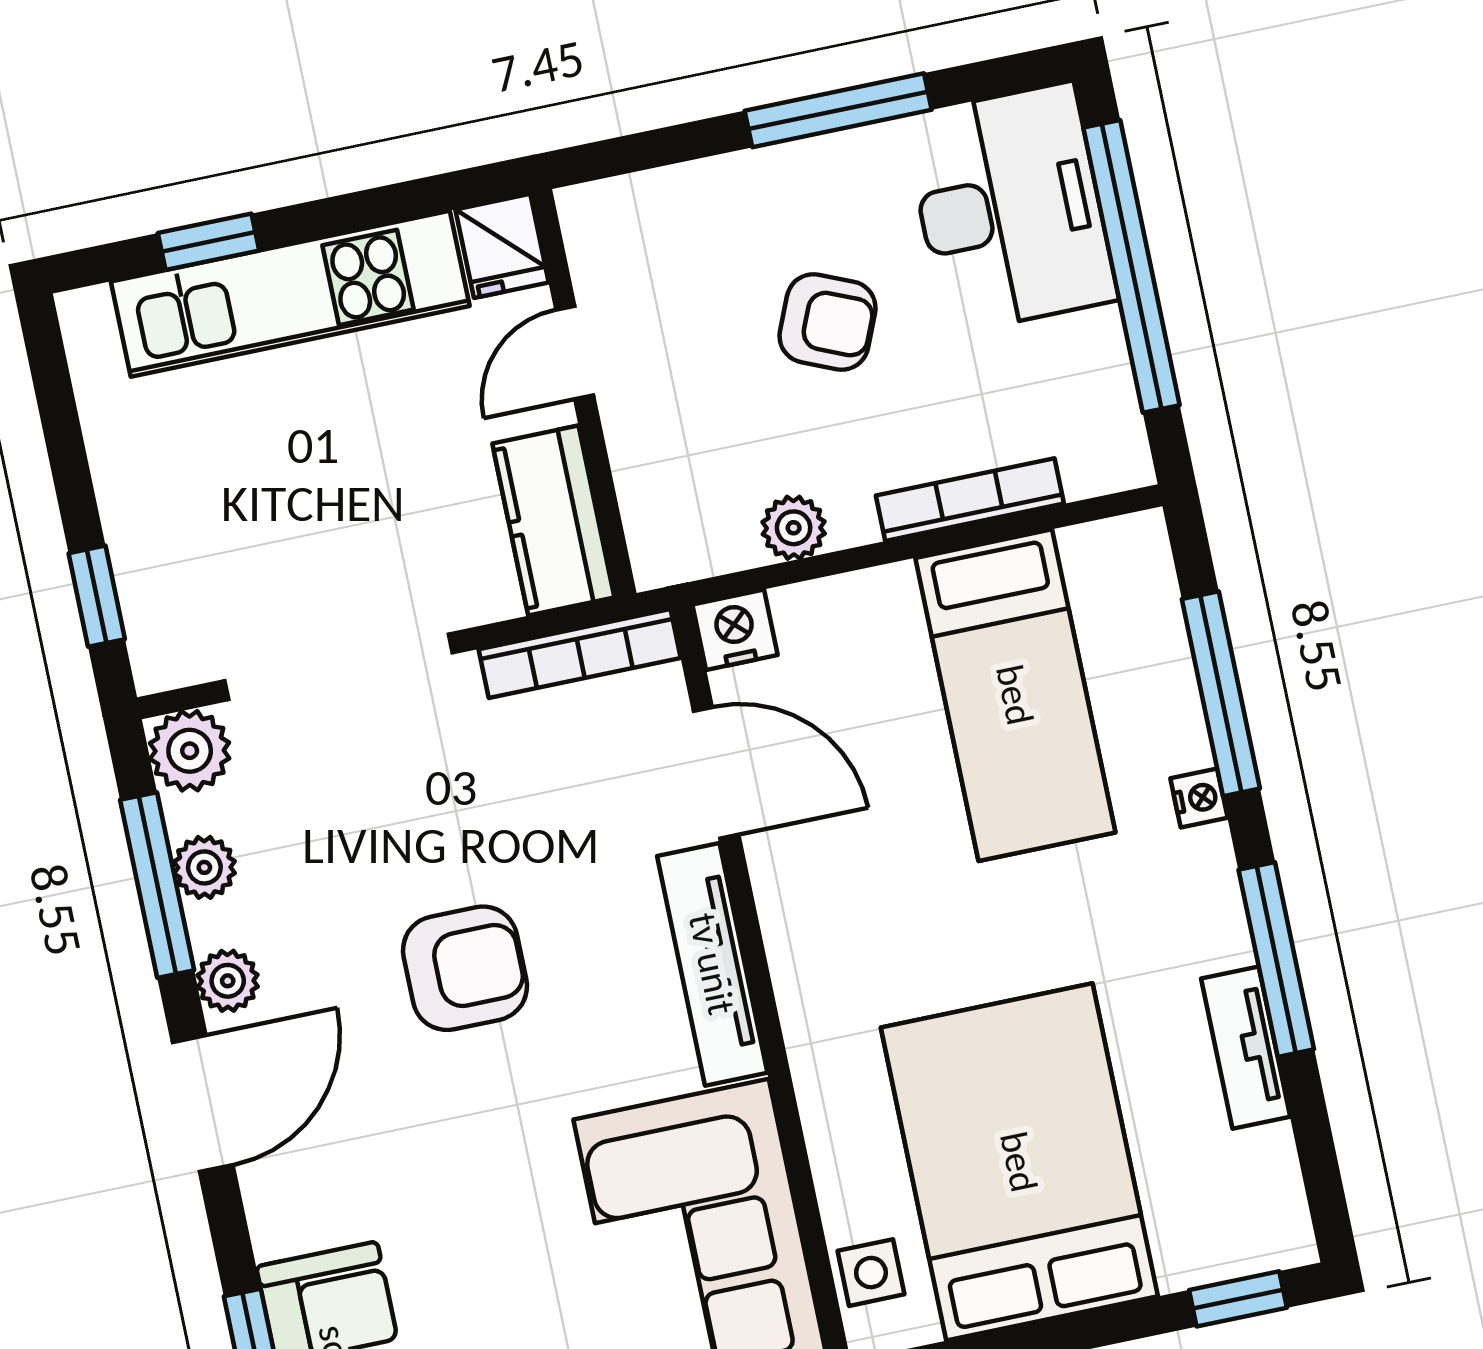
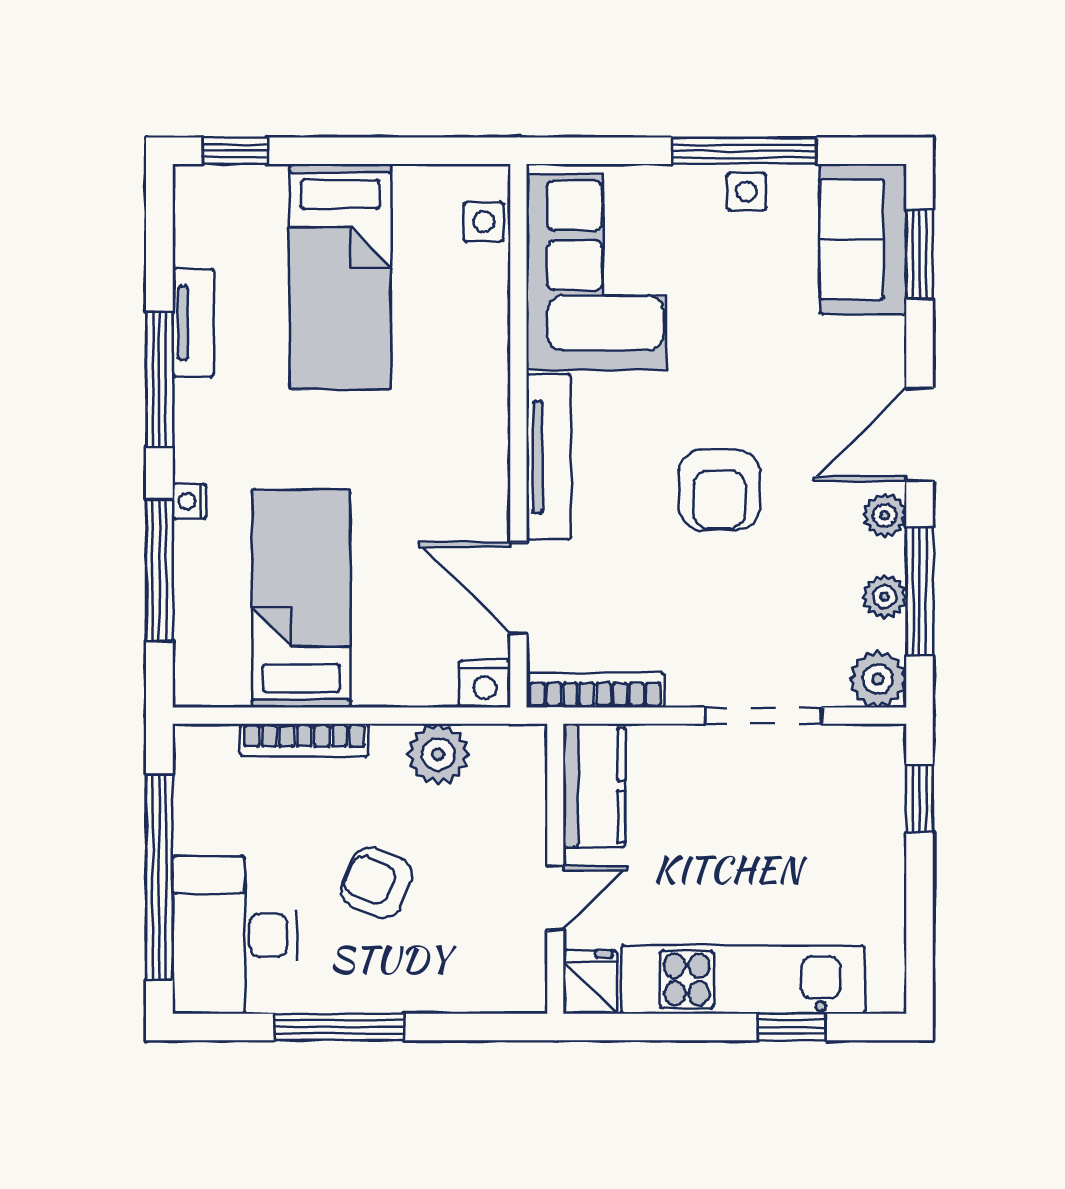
plant: (794, 528) -> (438, 754), width x1.38, depth x1.38
doorway: (339, 667) -> (763, 716), width x0.73
armchair: (465, 968) -> (719, 490), turned -90
bed: (1019, 1162) -> (340, 277), width x0.67

